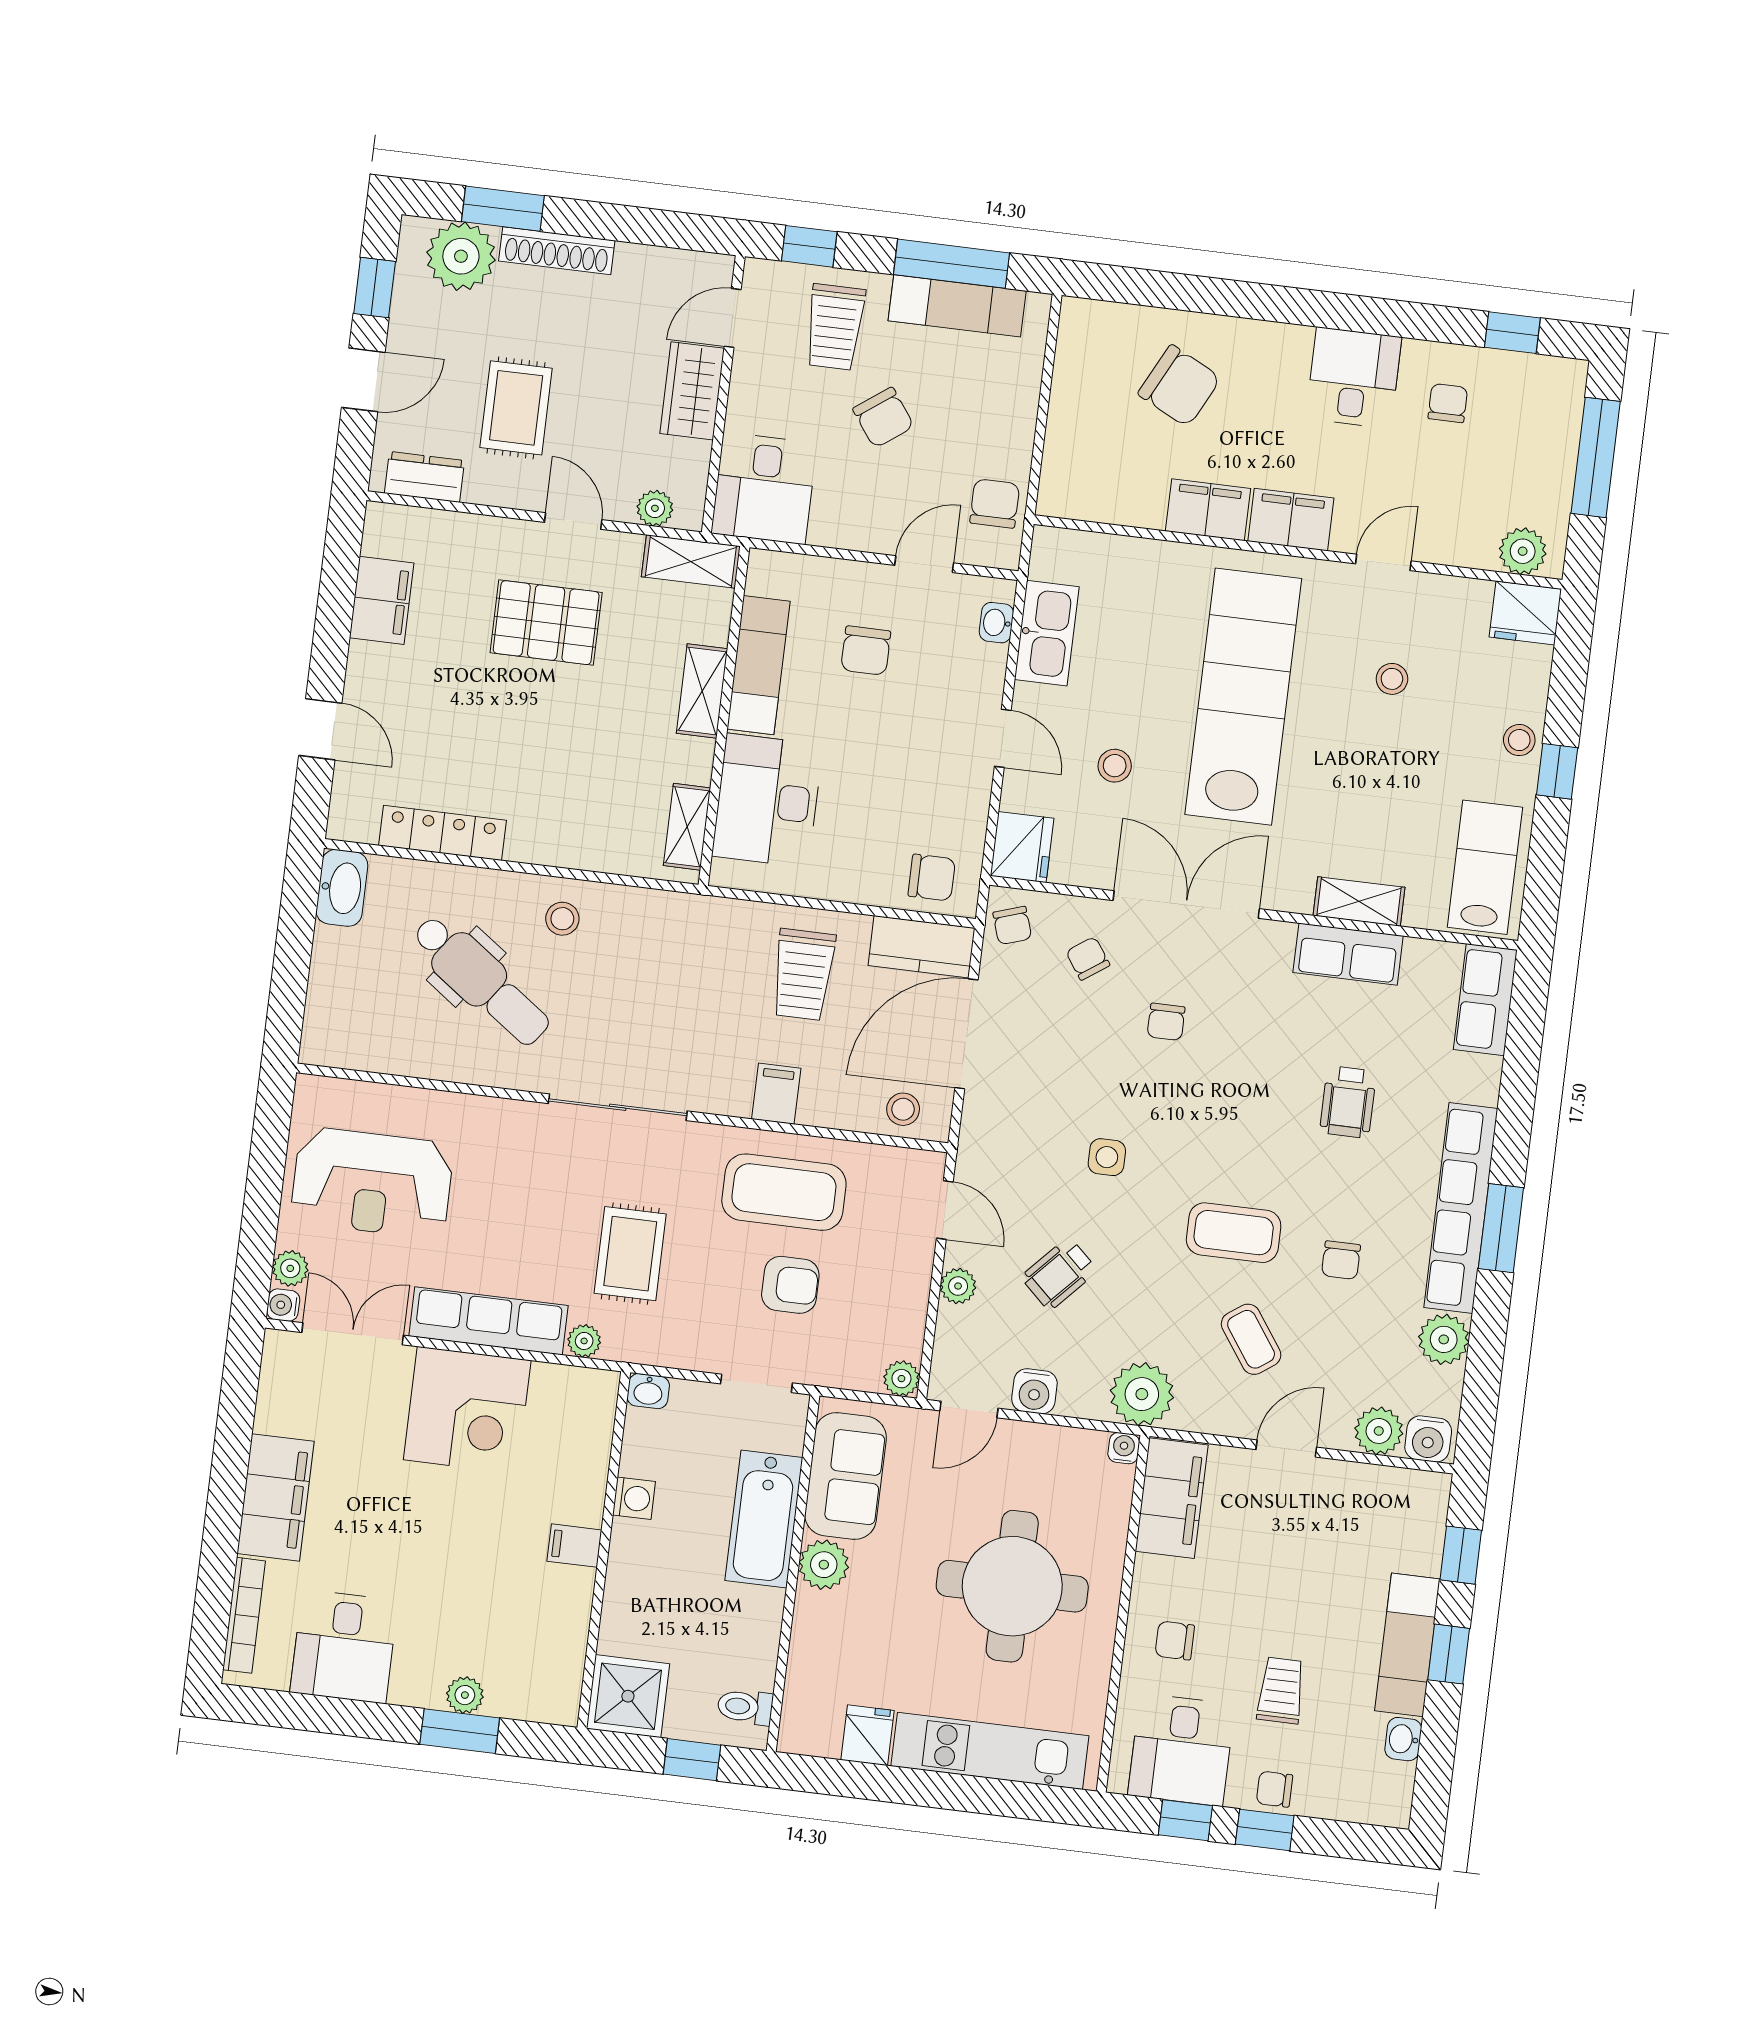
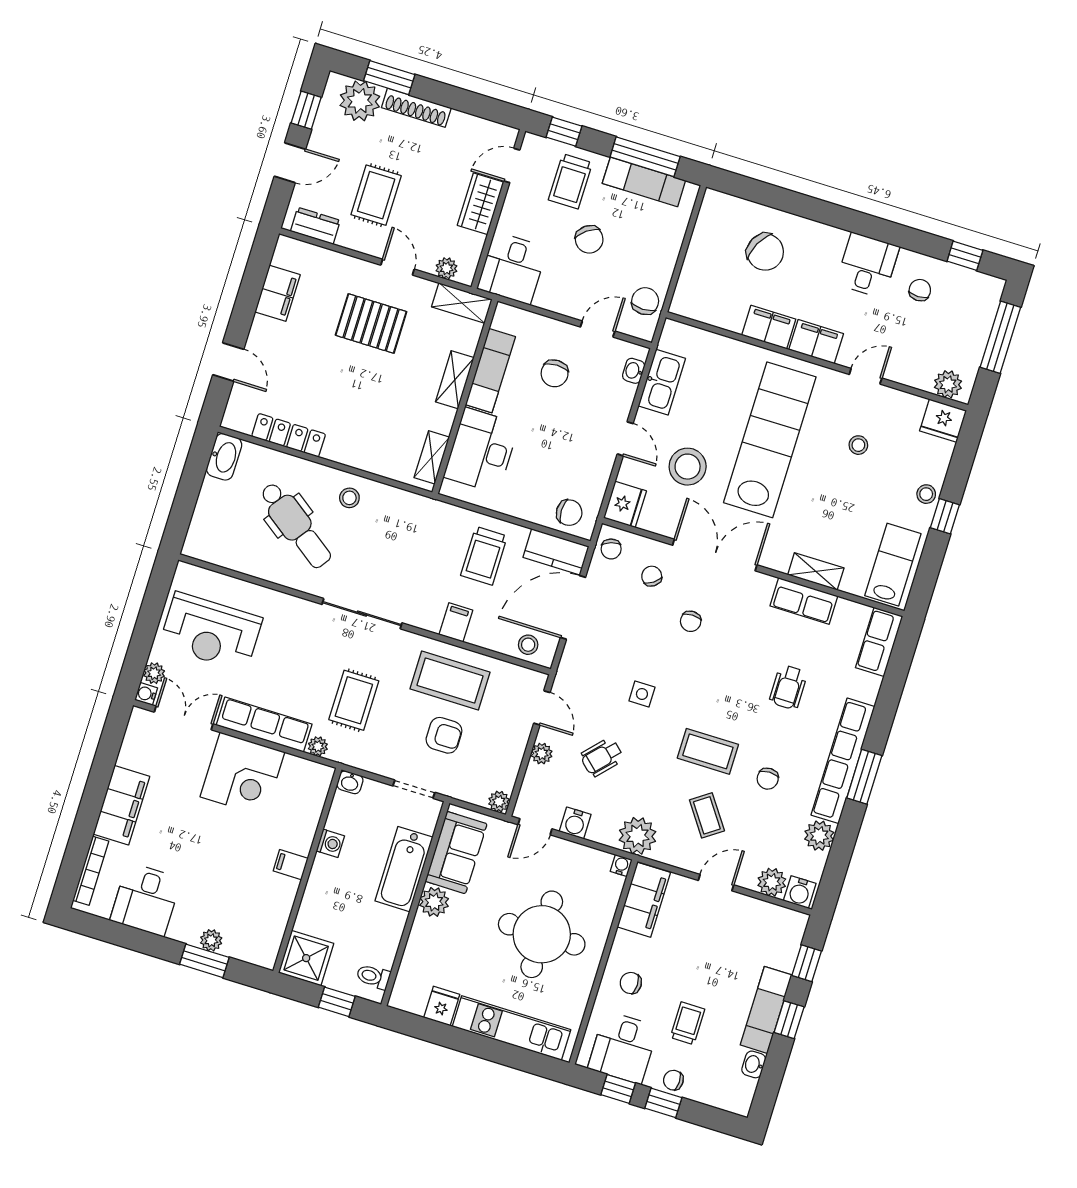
stool: (1115, 766) -> (688, 467), width x1.89, depth x1.89

